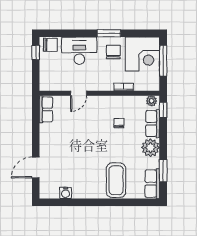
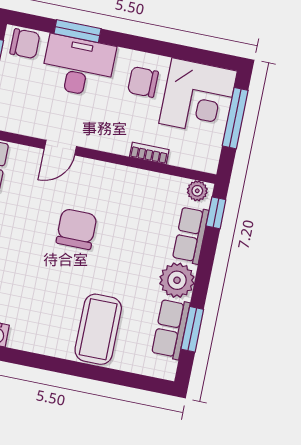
window: (109, 33) -> (78, 31), moved
chair: (113, 52) -> (143, 82), turned -90
chair: (119, 123) -> (77, 229), moved, width x1.87, depth x1.87
row of seats: (152, 184) -> (171, 329), moved

